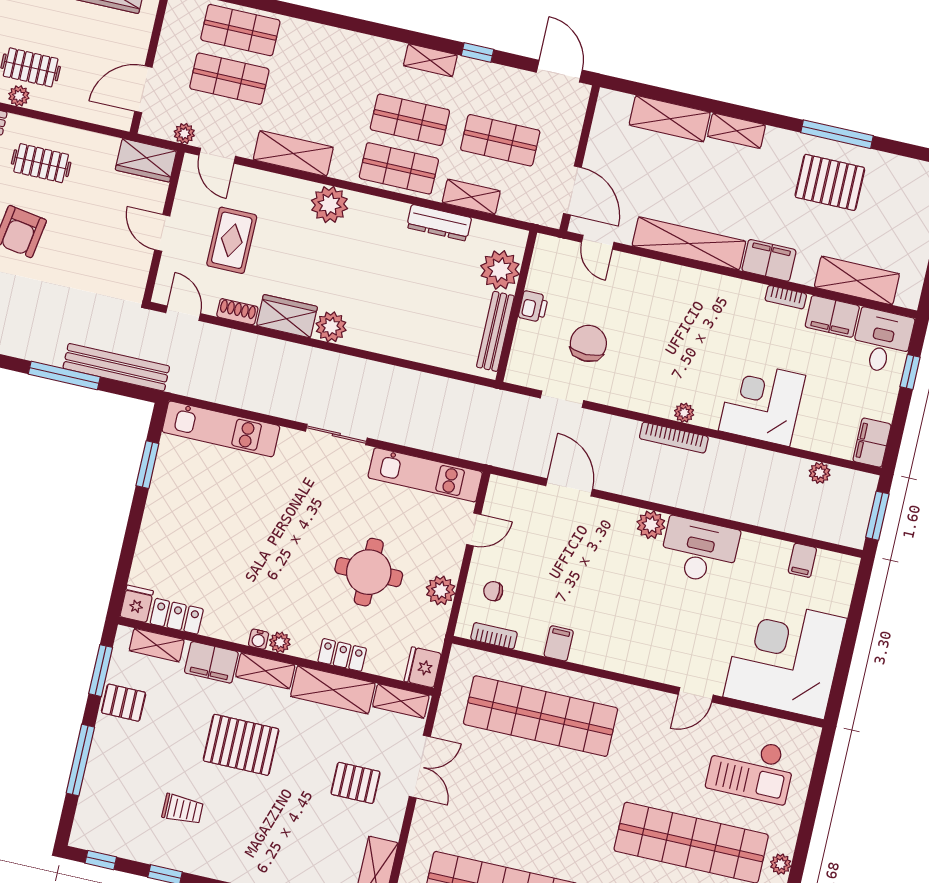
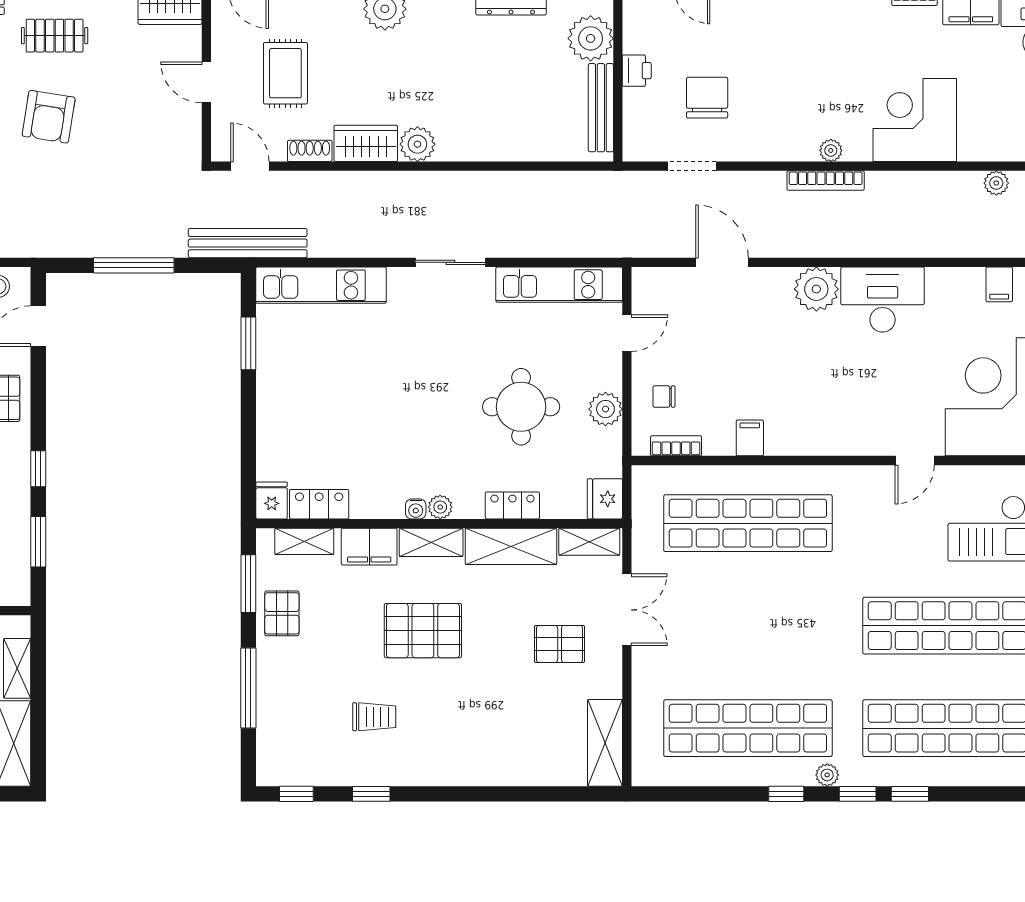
bench: (116, 367) -> (248, 243), moved
plant: (651, 525) -> (816, 289), width x1.36, depth x1.36
pallet: (124, 703) -> (282, 613), turned 90

